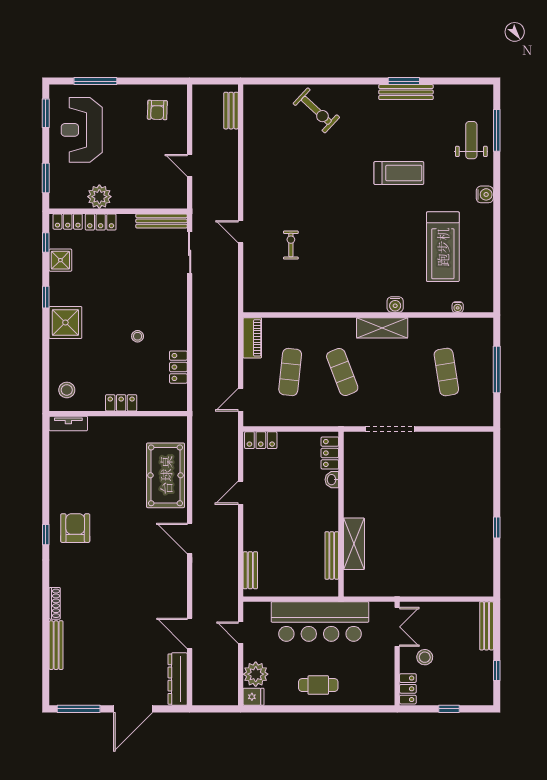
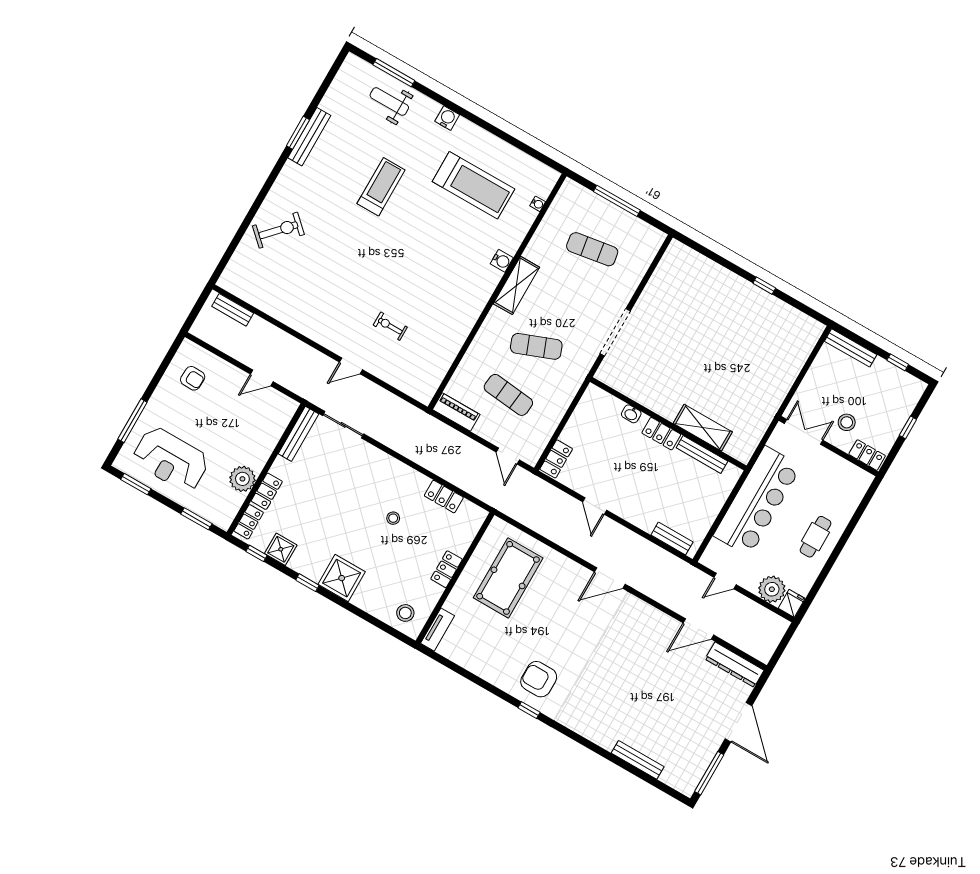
locker: (330, 453) -> (661, 434), moved
pool table: (166, 475) -> (508, 578), moved, turned 90
shoe rack: (55, 603) -> (598, 739), removed

